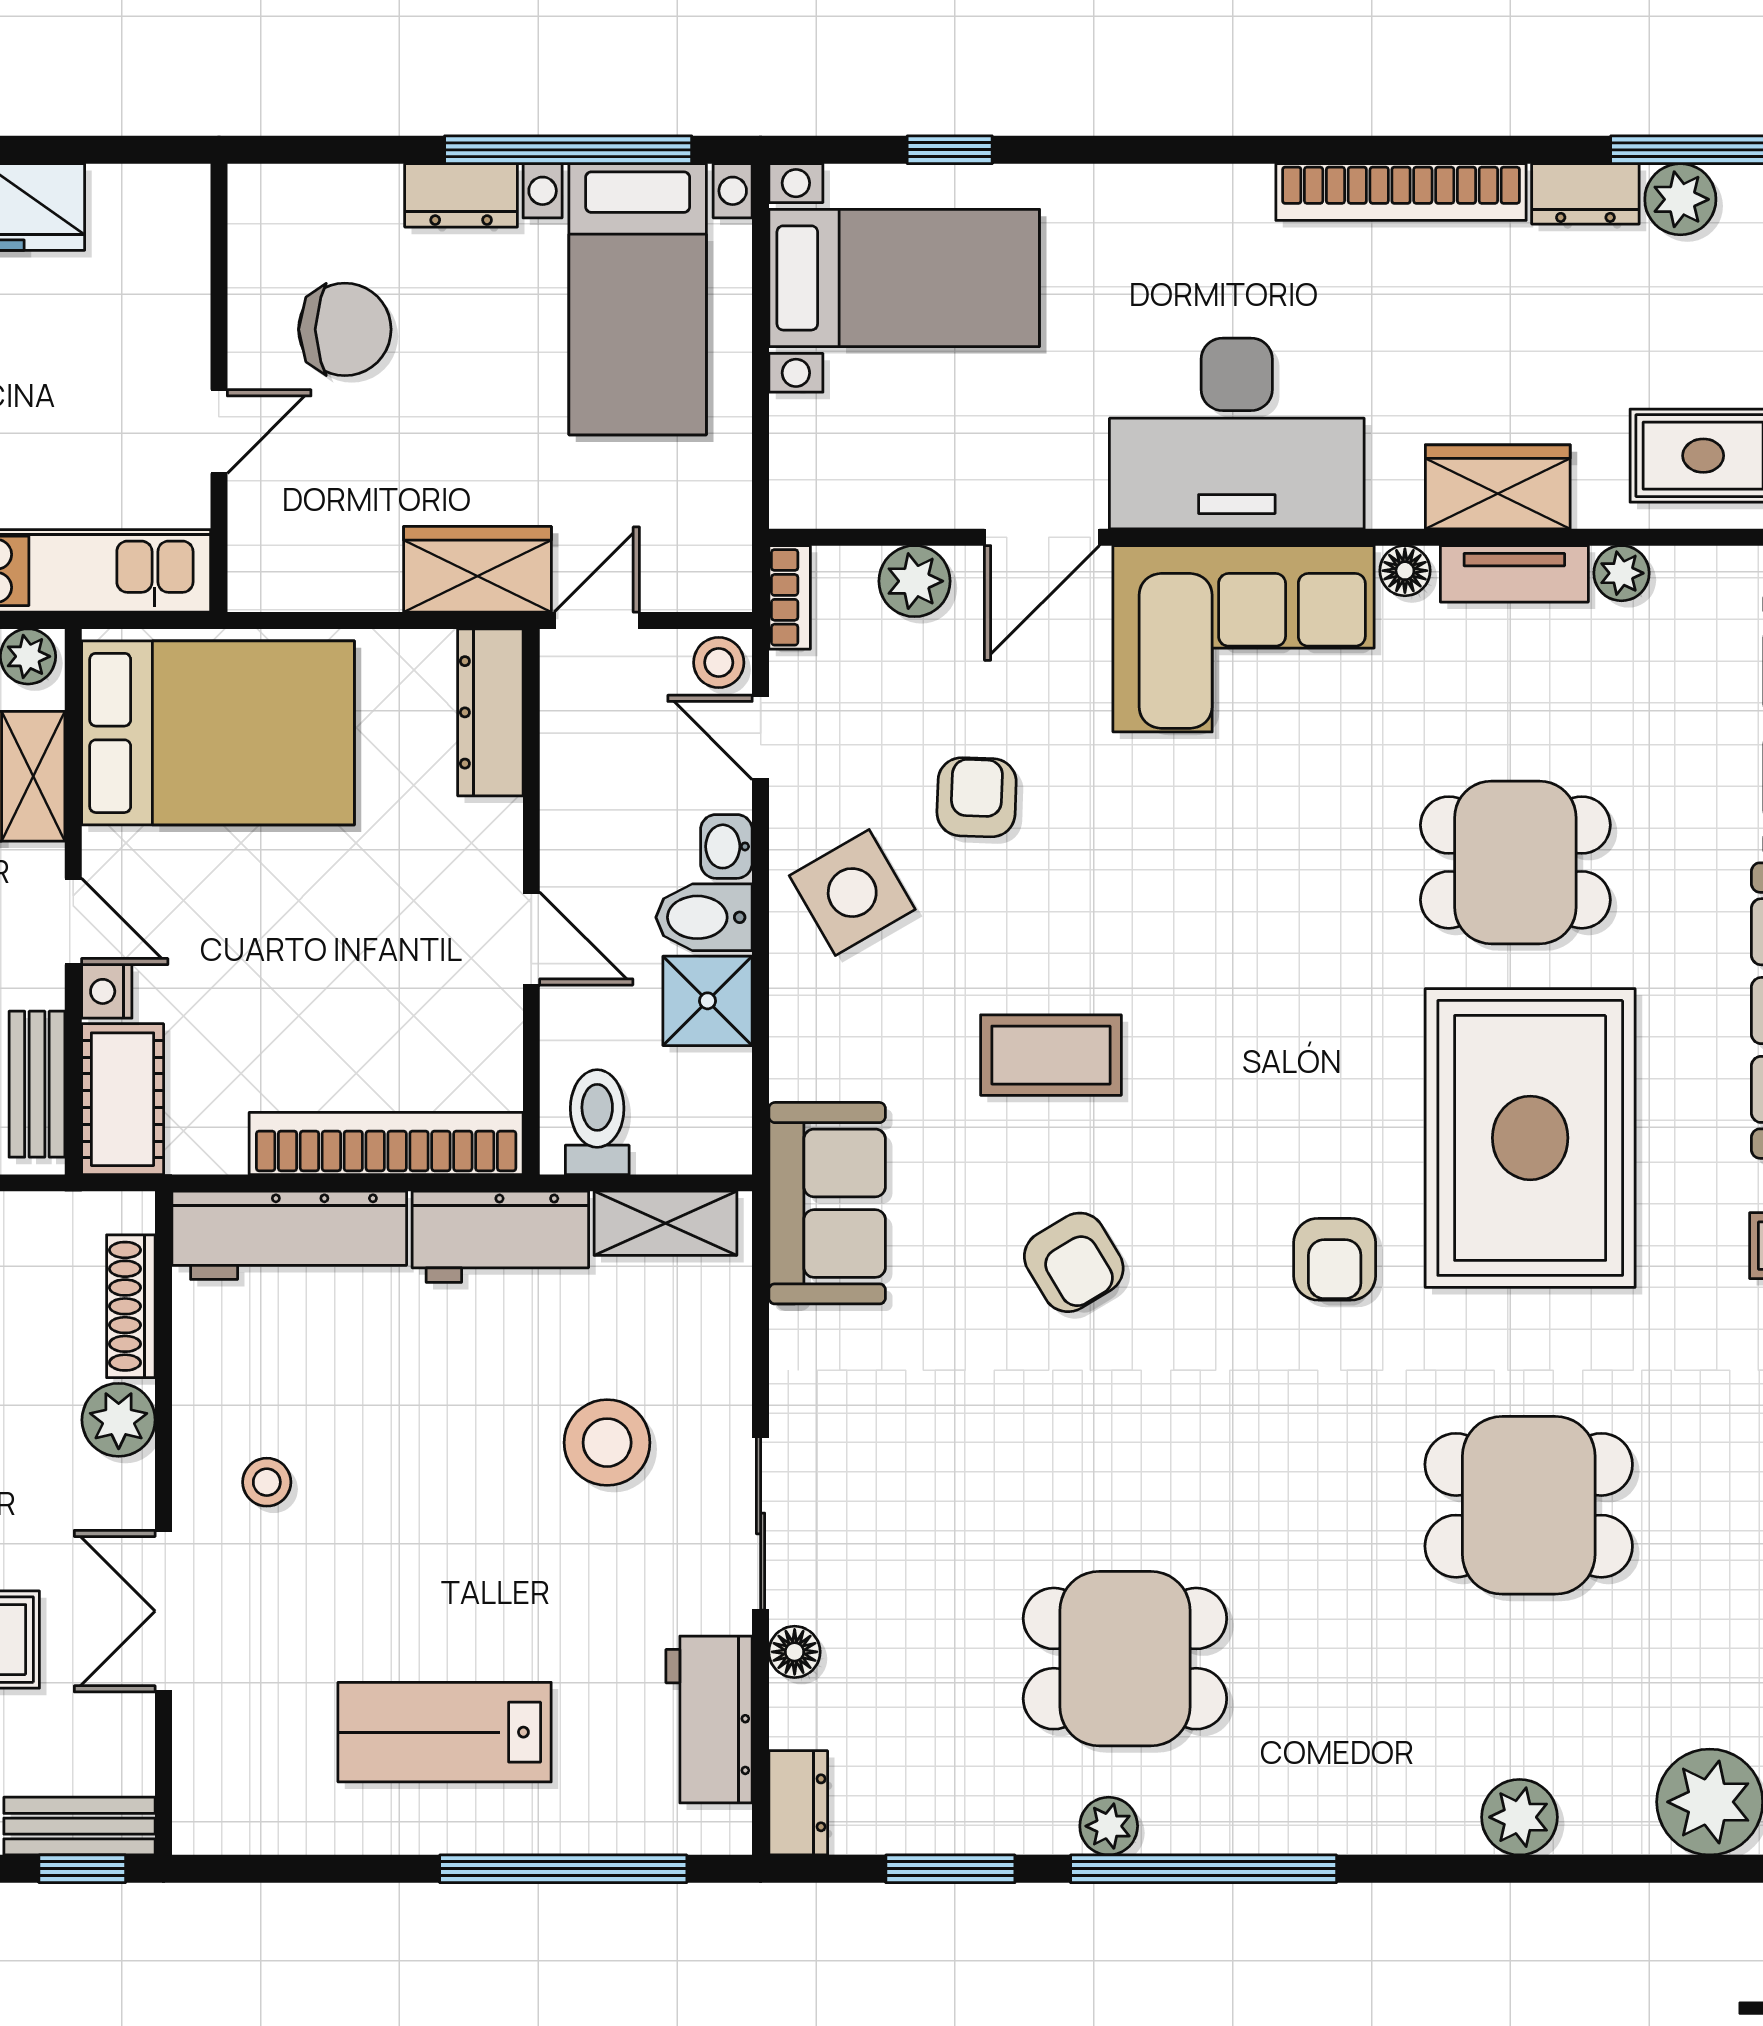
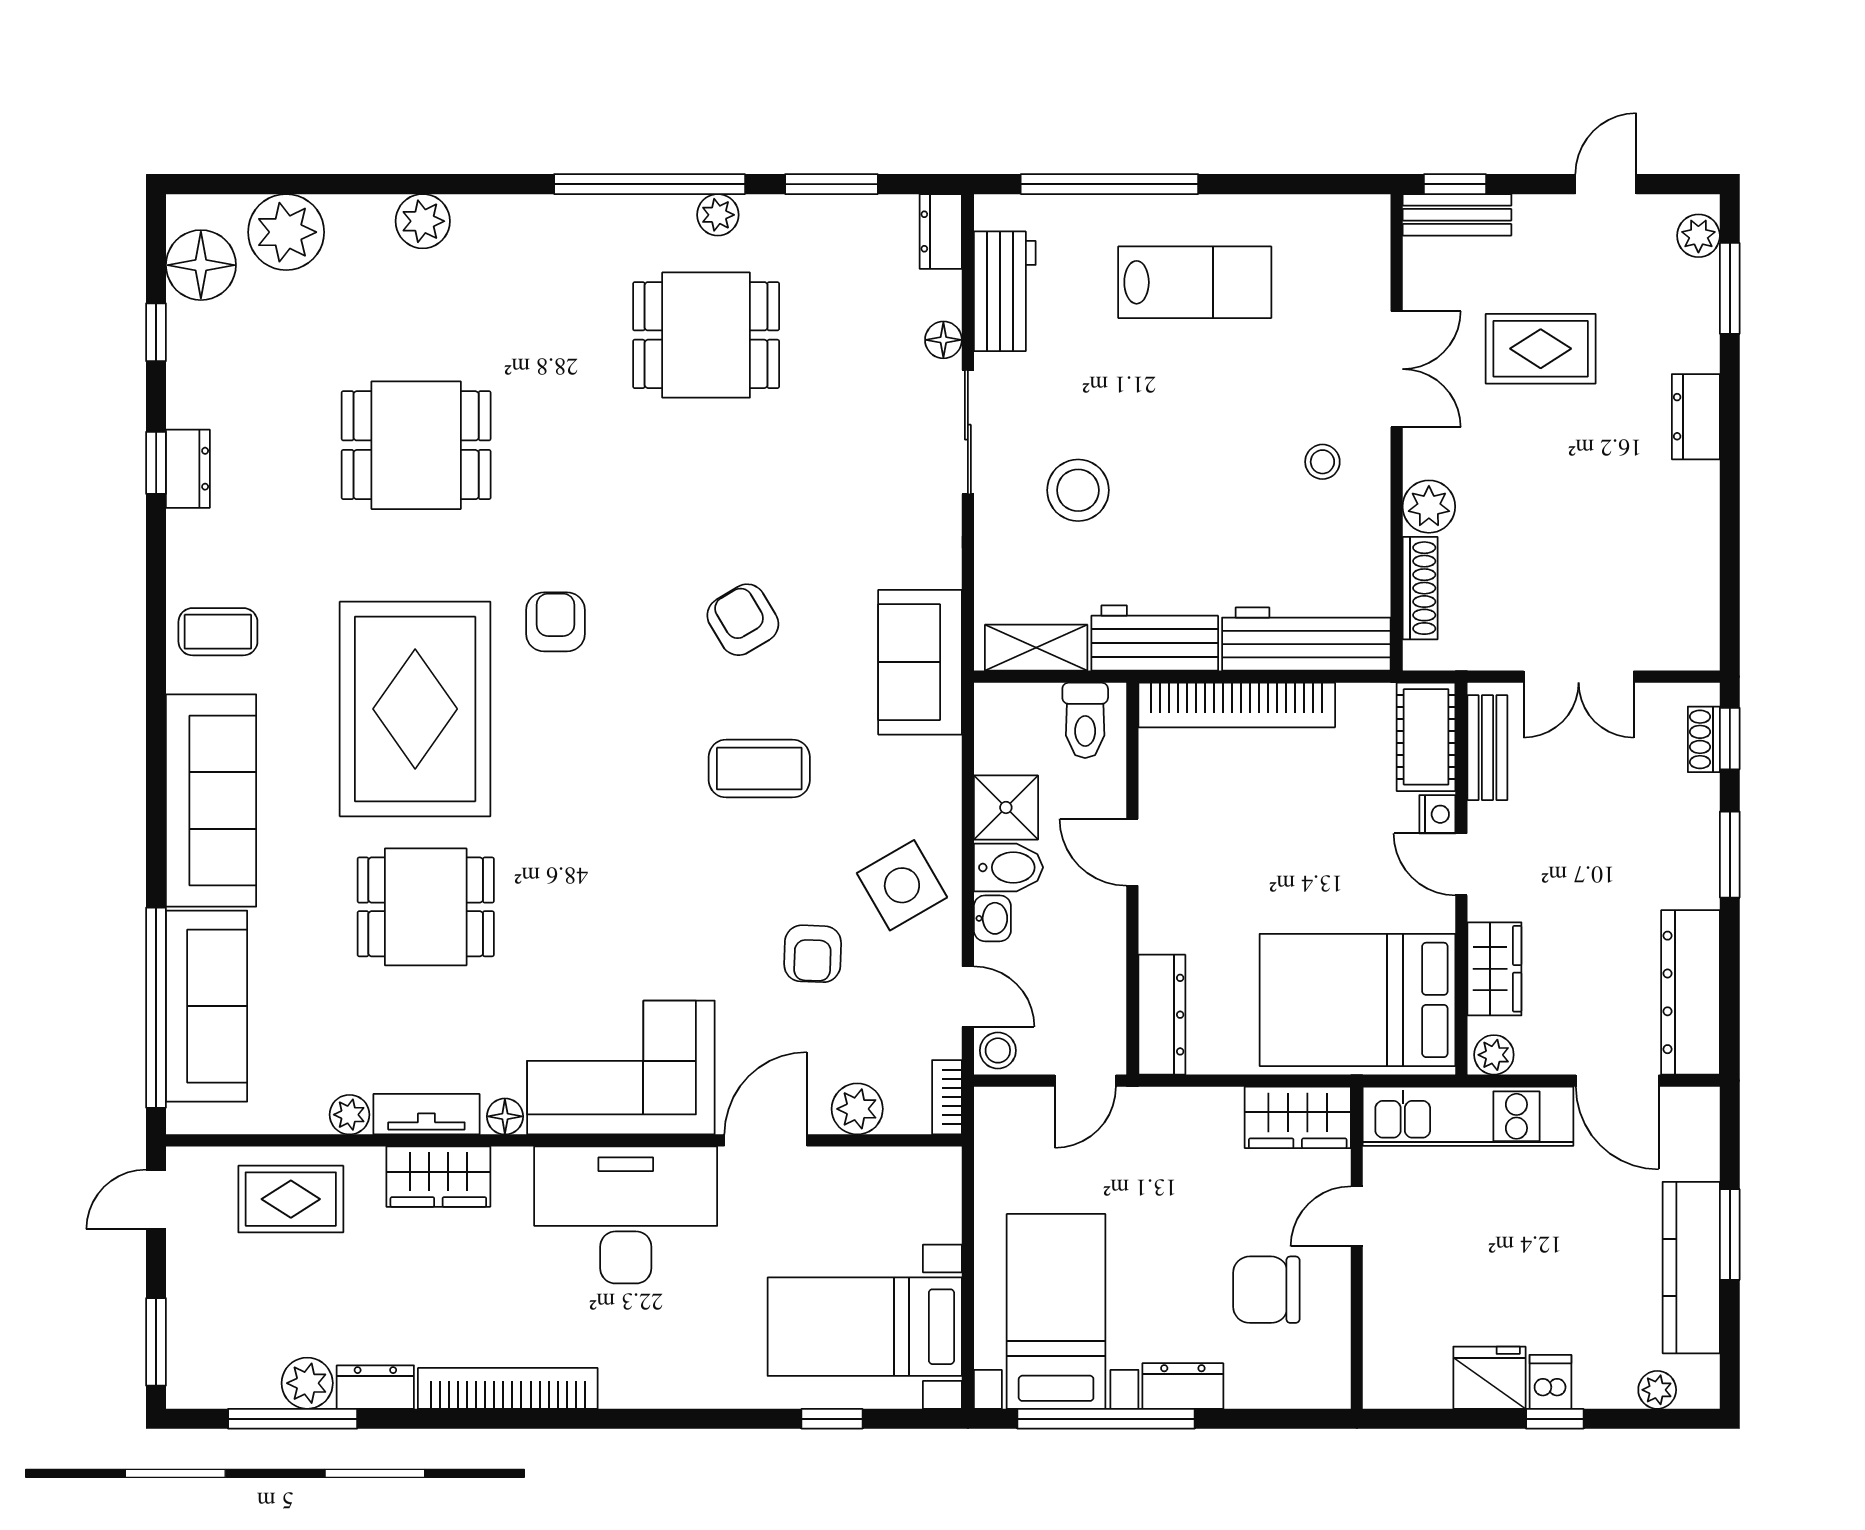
wardrobe: (477, 569) -> (1298, 1117), moved

